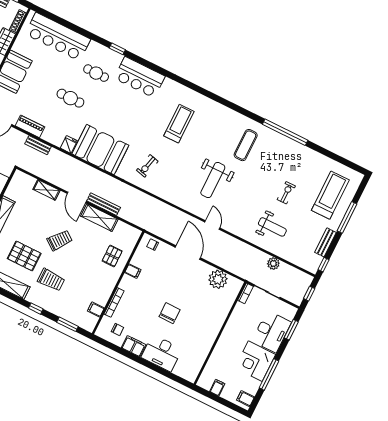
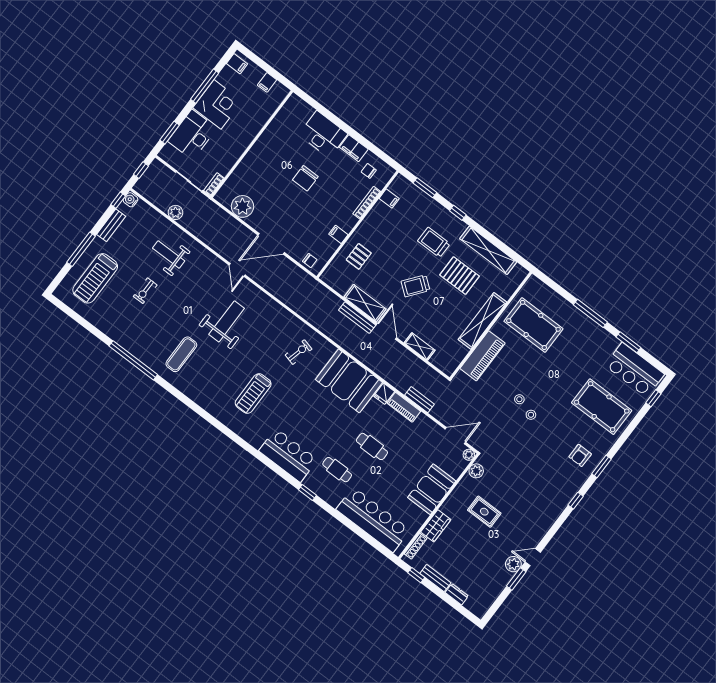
piano: (30, 126) -> (404, 407), moved
door: (188, 253) -> (271, 244), hinge flipped
water cooler: (313, 267) -> (131, 200), added

